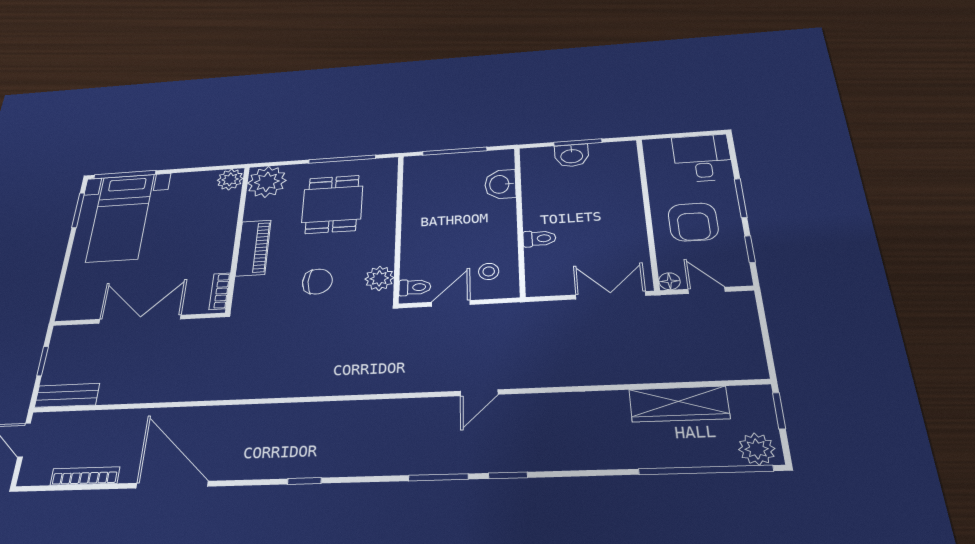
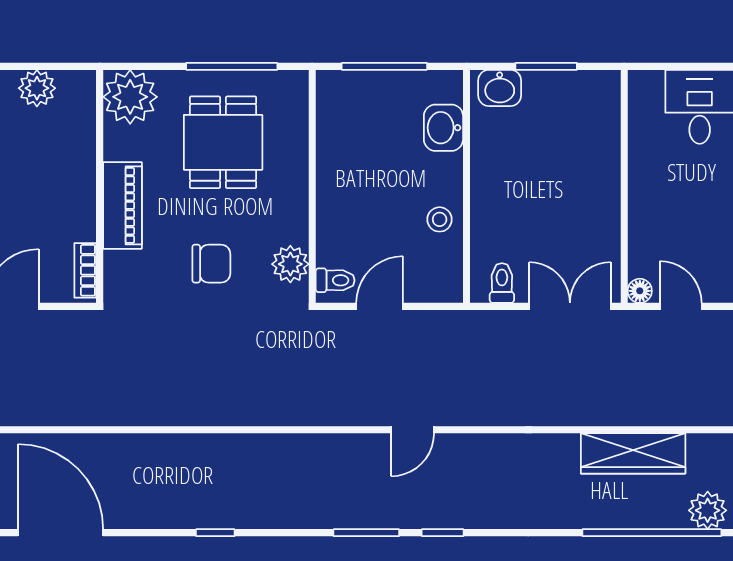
washbasin: (572, 156) -> (500, 88), moved
plant: (230, 179) -> (37, 88), moved
armchair: (693, 222) -> (677, 206), removed
toilet: (539, 239) -> (502, 283), moved, turned -90
stool: (489, 271) -> (440, 219), moved

